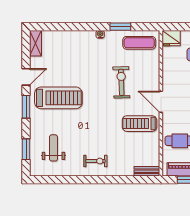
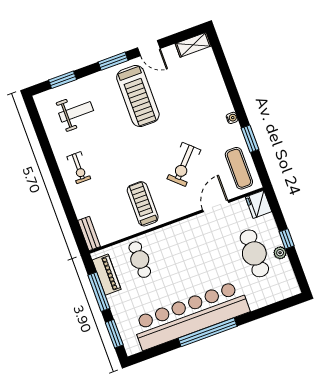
exercise bike: (121, 82) -> (184, 164), turned 135
door: (161, 102) -> (216, 206), moved

